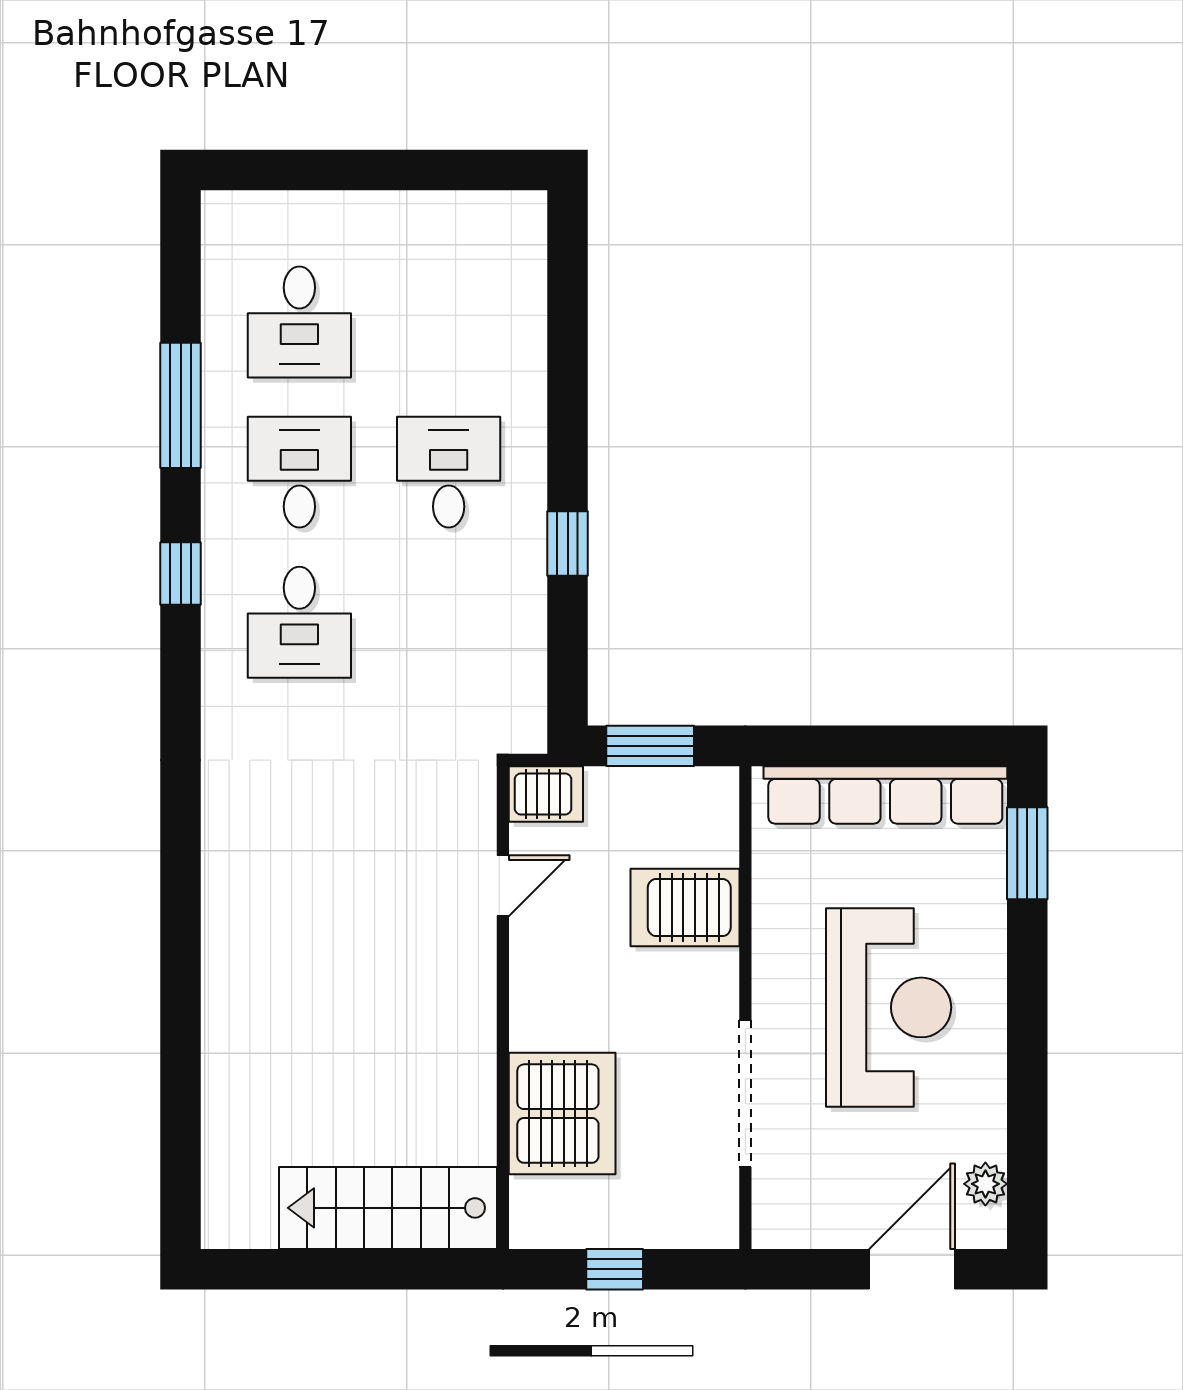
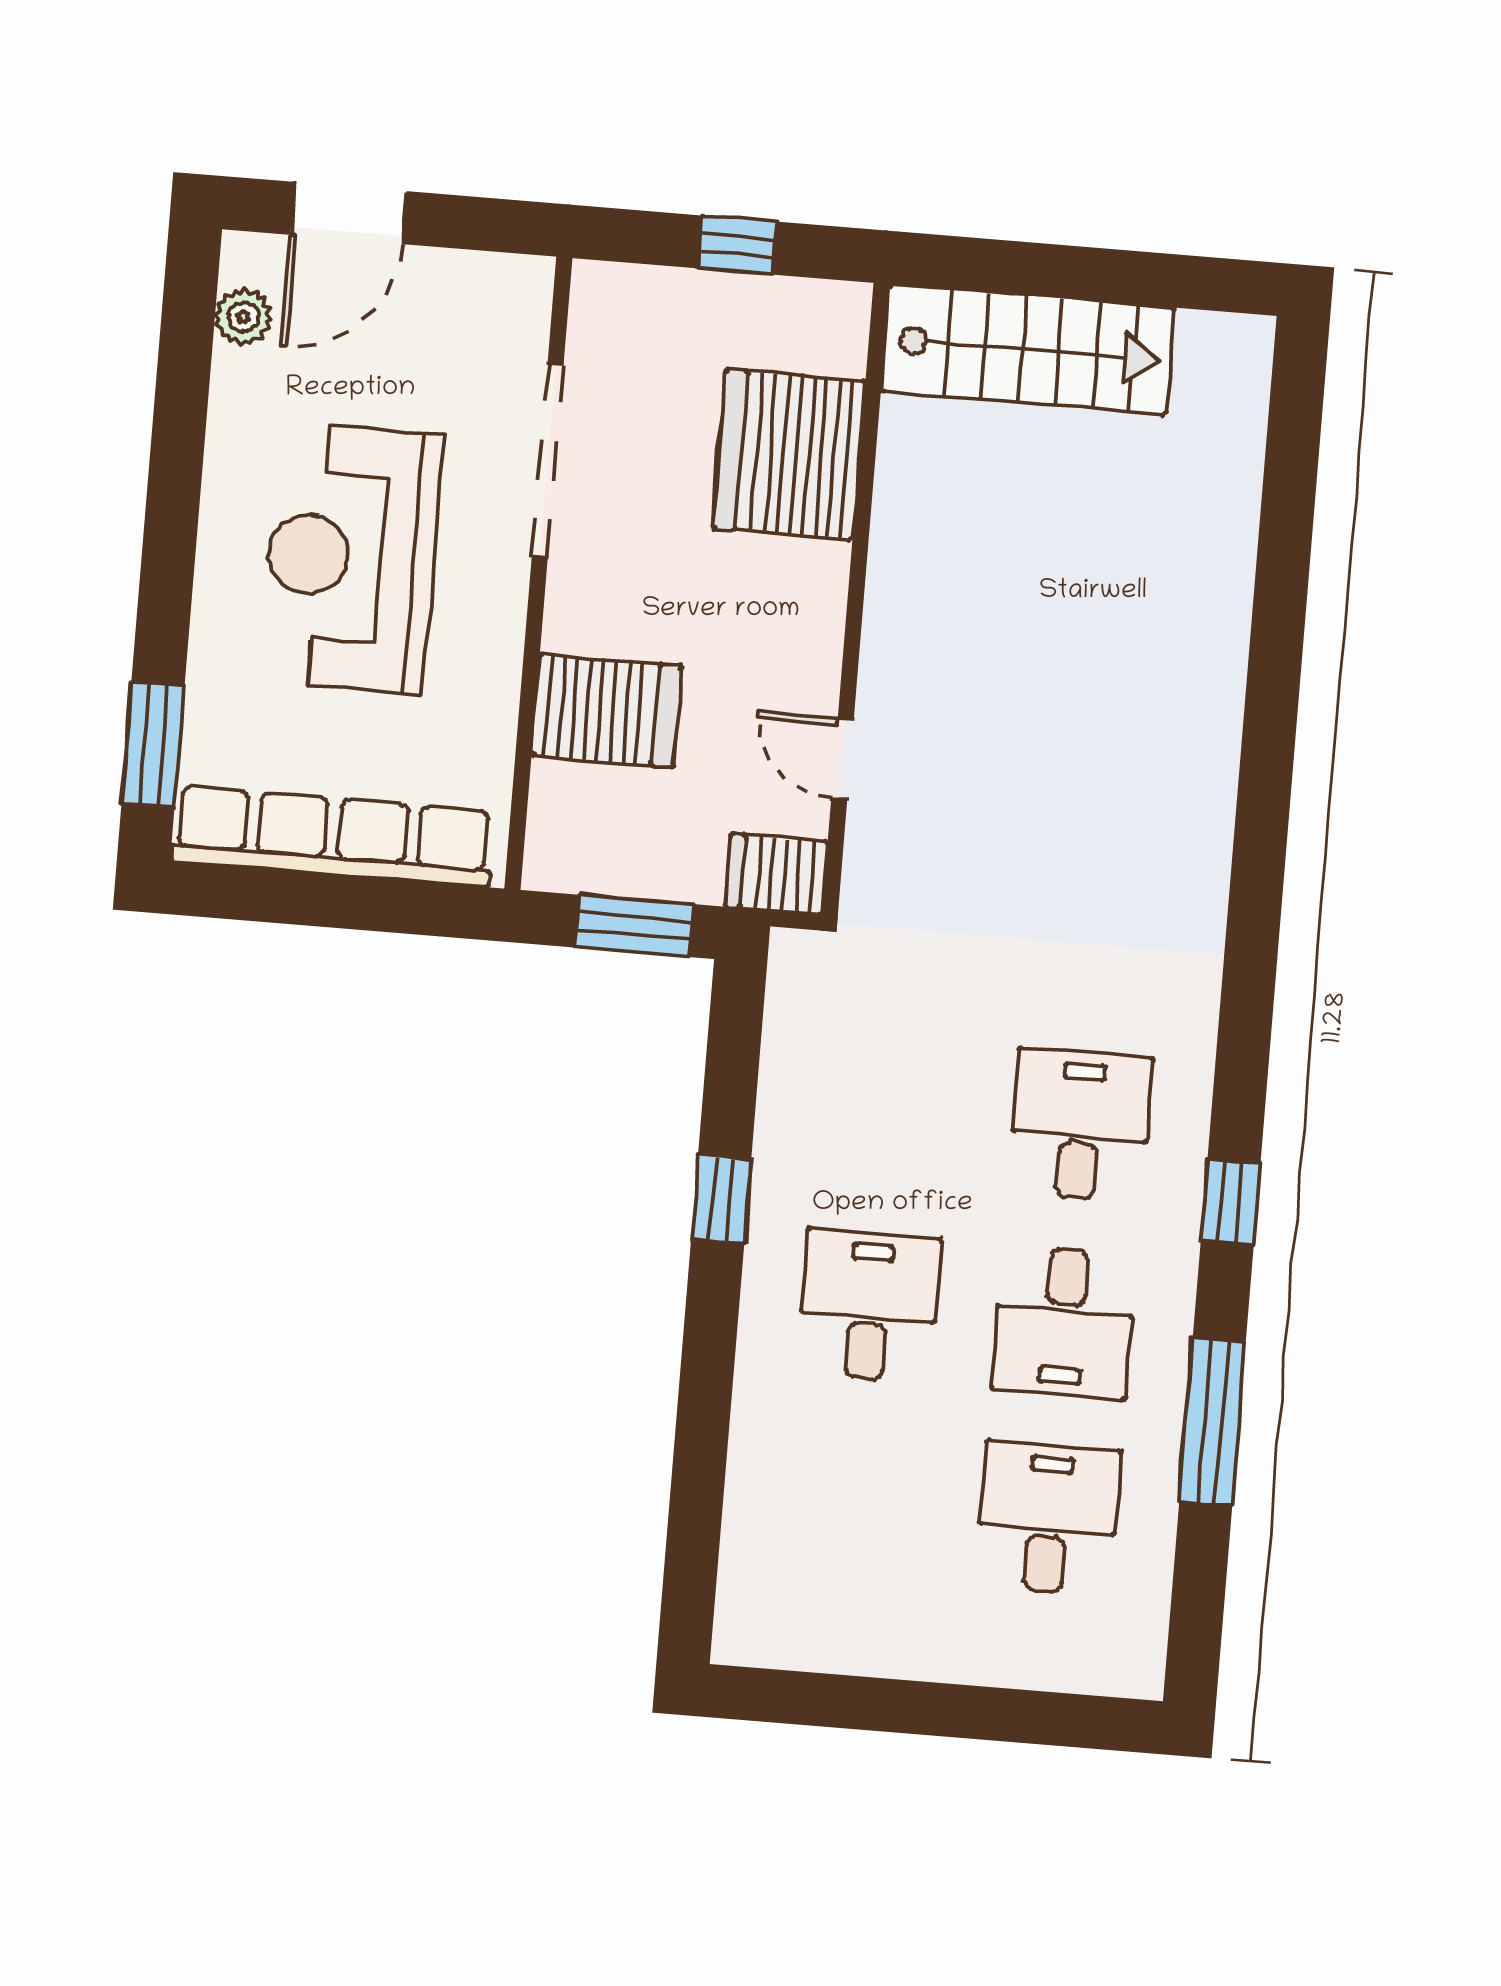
desk: (449, 472) -> (869, 1306), turned 180
door: (503, 886) -> (843, 759), hinge flipped

